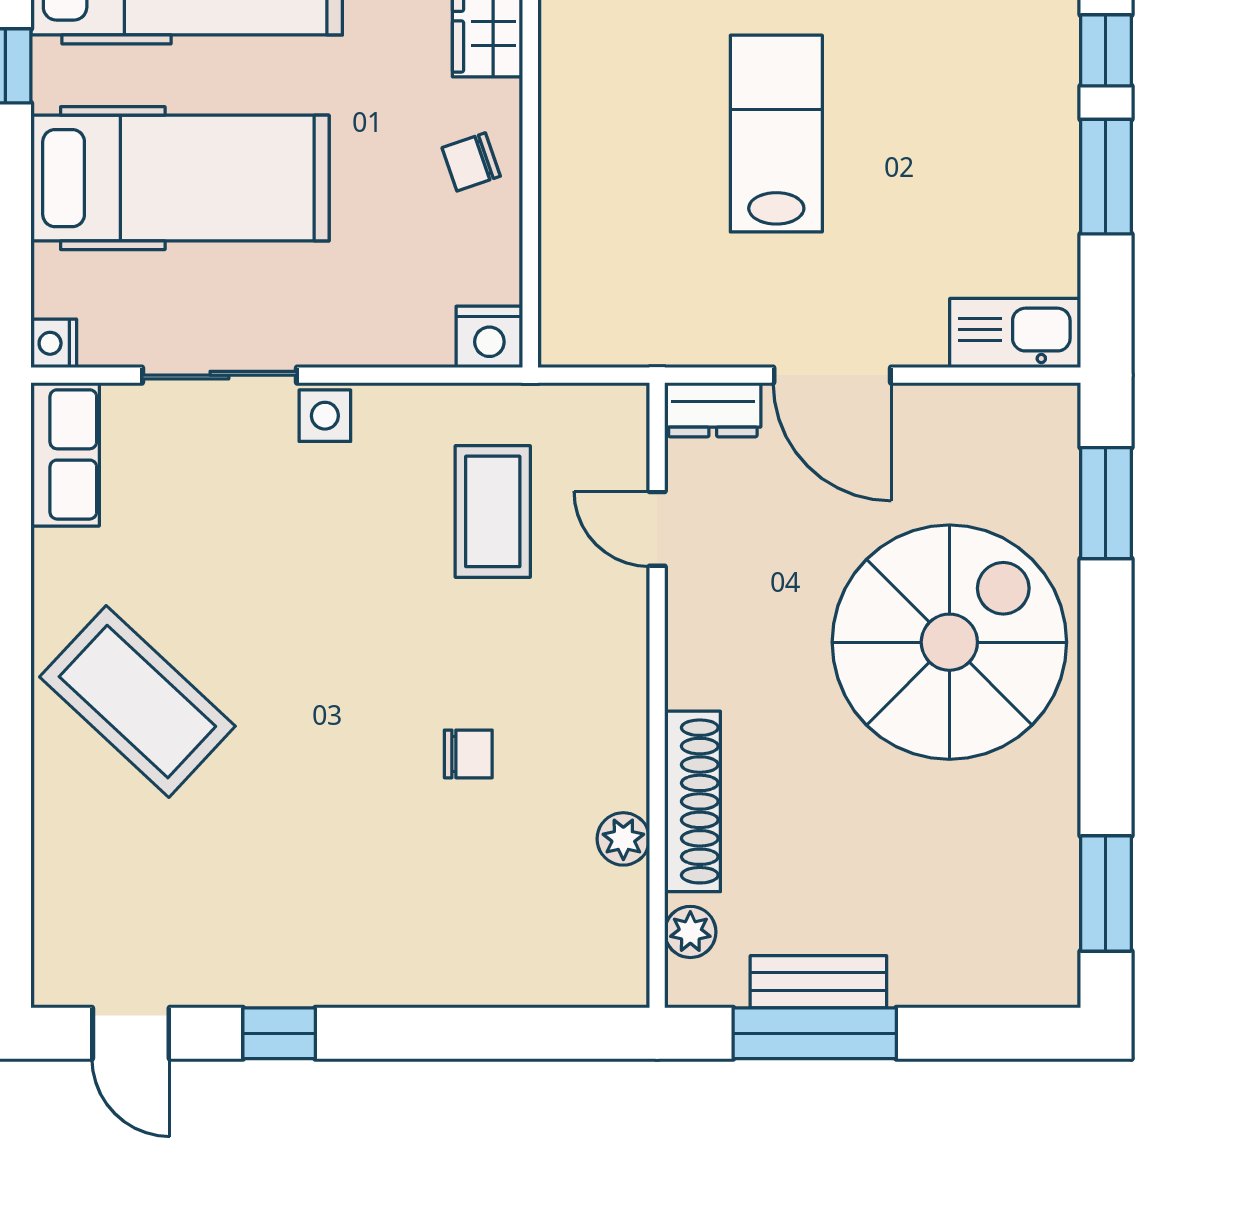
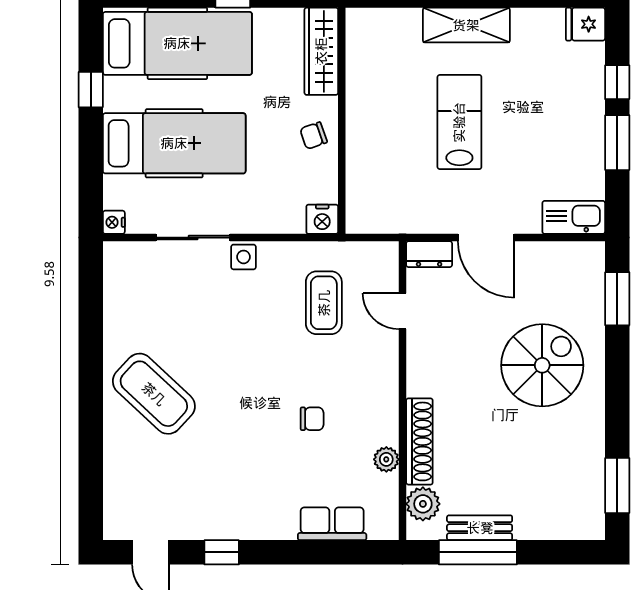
row of seats: (65, 454) -> (332, 524), moved, turned -90
spiral stairs: (949, 642) -> (542, 365), width x0.73, depth x0.73
plant: (690, 932) -> (423, 504), width x1.38, depth x1.38

